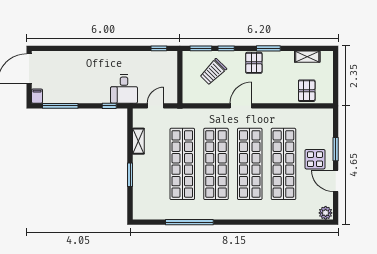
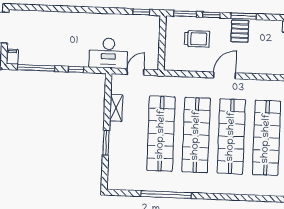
window: (268, 48) -> (244, 16), moved
trolley: (213, 72) -> (197, 39), turned -135
desk: (124, 89) -> (108, 53), width x1.37
window: (109, 106) -> (76, 69), moved

